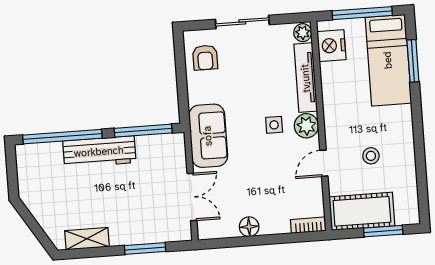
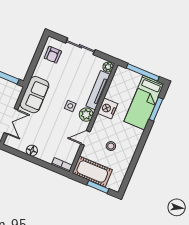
nightstand: (331, 46) -> (108, 109), moved

